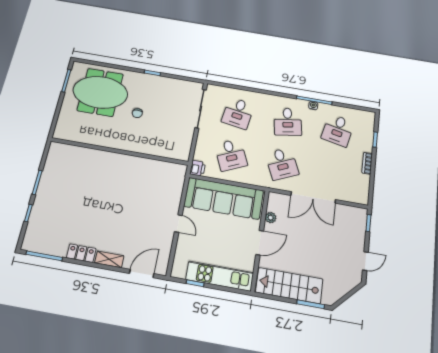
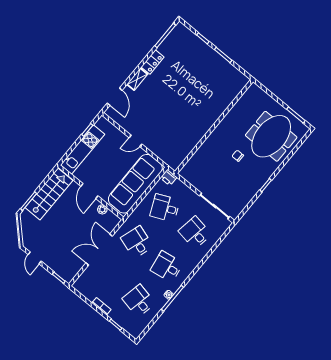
desk: (282, 164) -> (137, 242), turned 42

